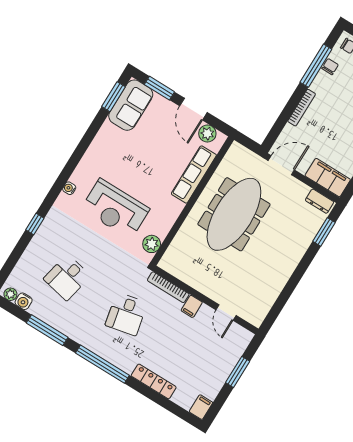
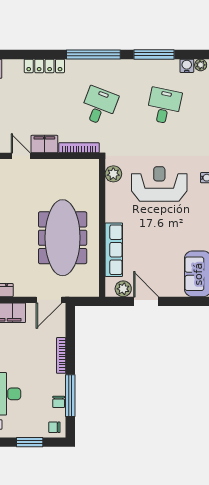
window: (159, 88) -> (183, 301), removed
filing cabinet: (192, 306) -> (44, 144), width x2.00
desk: (126, 314) -> (99, 106), turned 33

